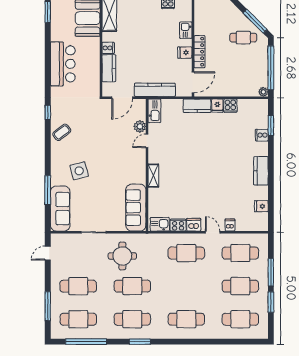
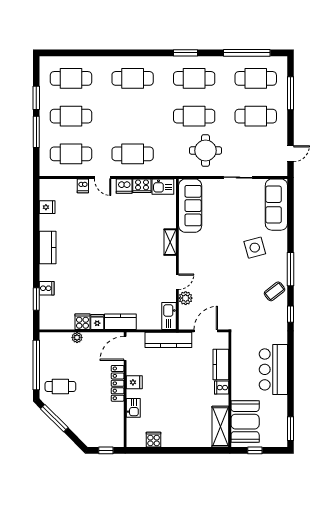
cafe table: (243, 38) -> (60, 386), moved
plant: (263, 92) -> (77, 337), moved
window: (48, 190) -> (291, 269), moved

